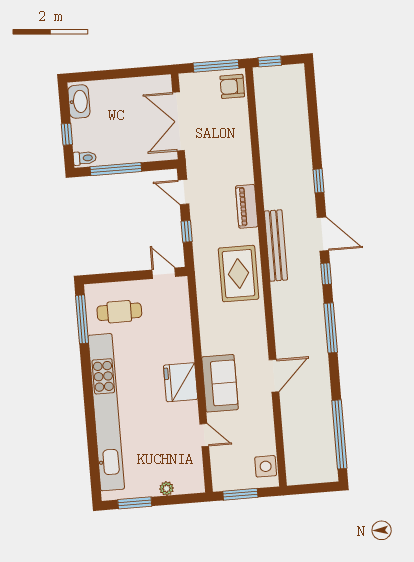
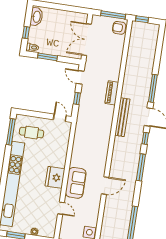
window: (116, 169) -> (47, 57), width x0.69
window: (319, 181) -> (153, 88), width x2.17
rug: (239, 274) -> (99, 127), removed

